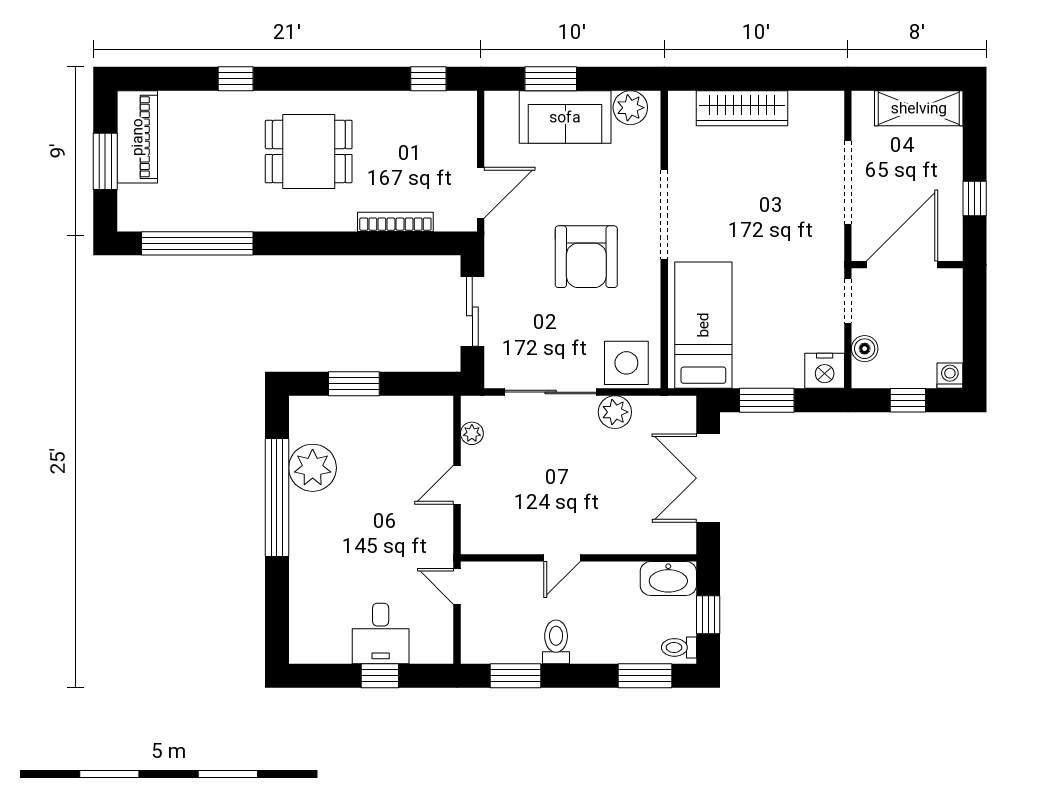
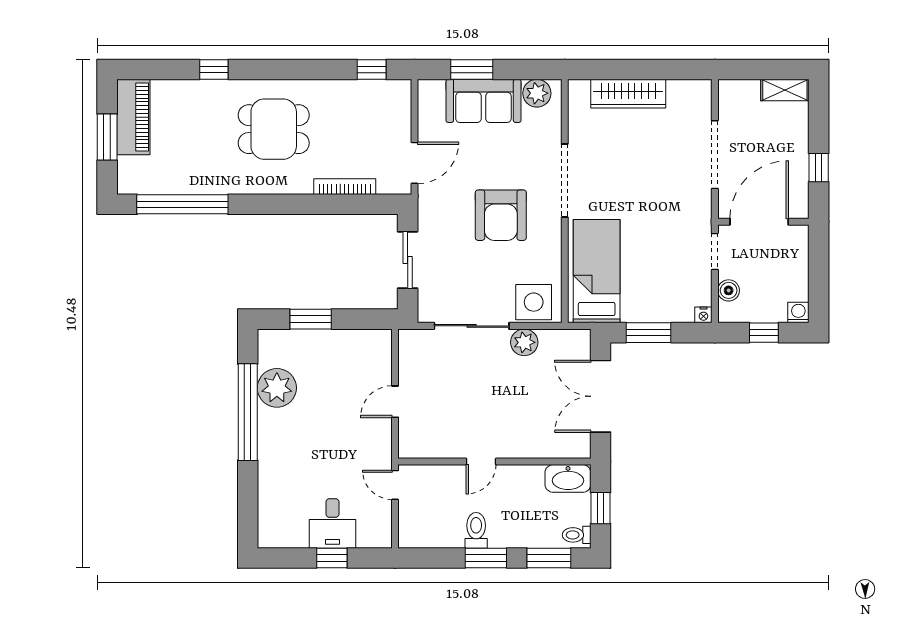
shelving: (919, 108) -> (785, 90), width x0.67, depth x0.75
nightstand: (825, 371) -> (703, 315), width x0.53, depth x0.56
plant: (472, 433) -> (407, 360), removed
window: (516, 676) -> (486, 558), moved

